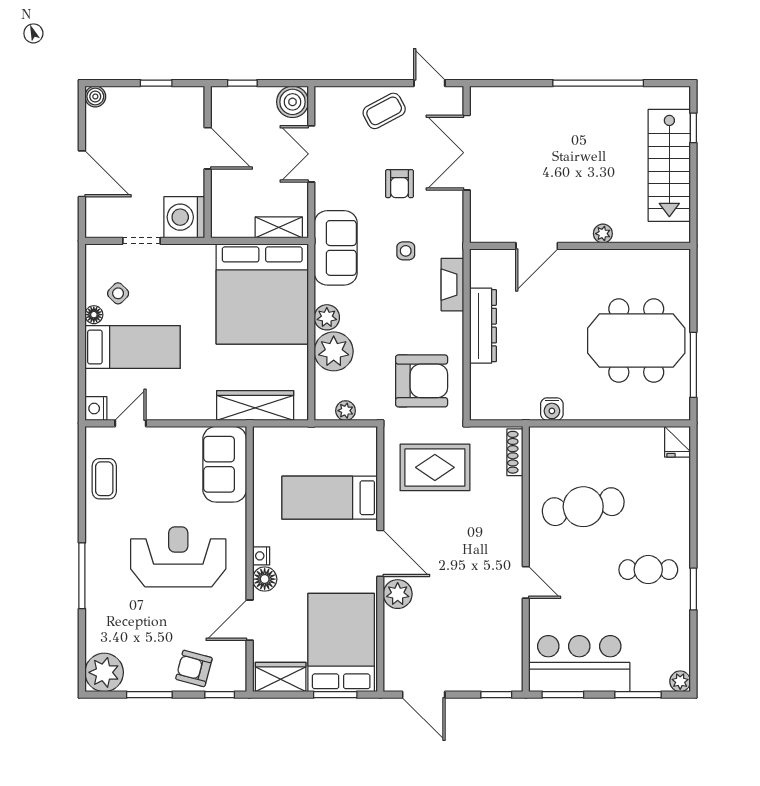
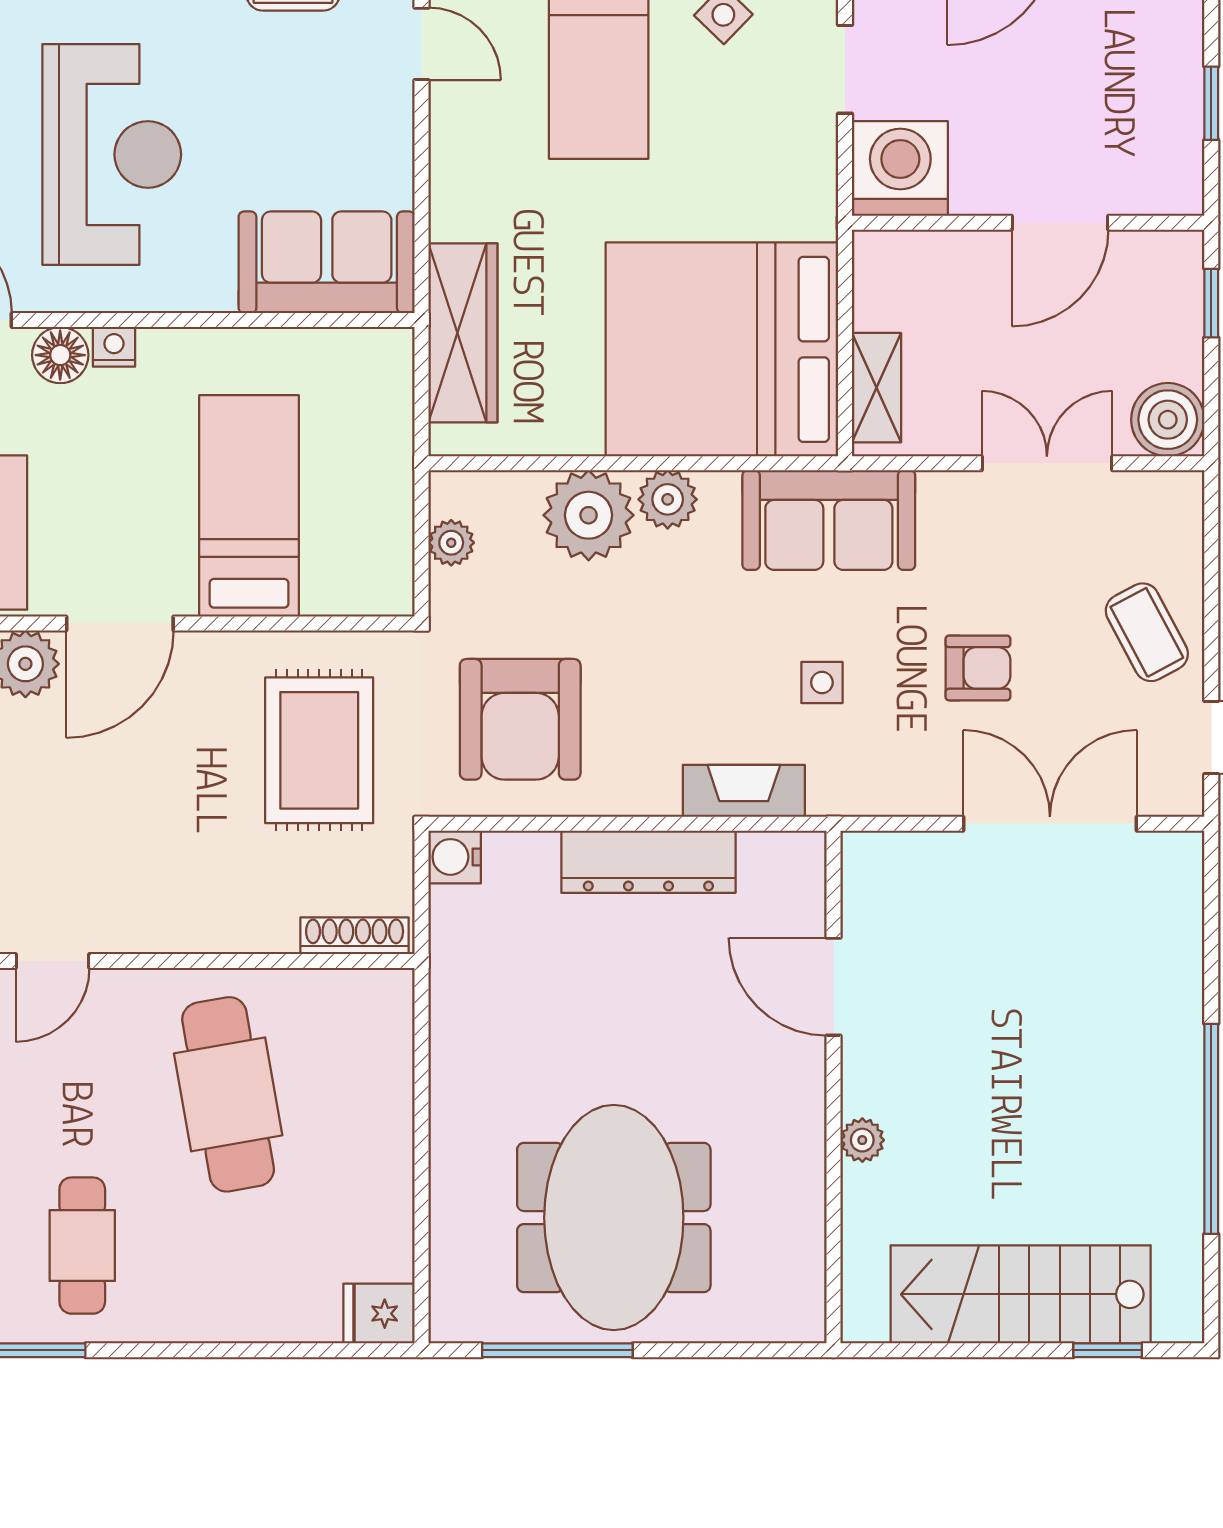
armchair: (399, 184) -> (978, 668), turned 180
water cooler: (552, 409) -> (455, 857), moved

